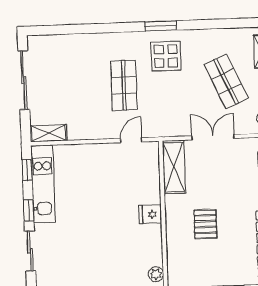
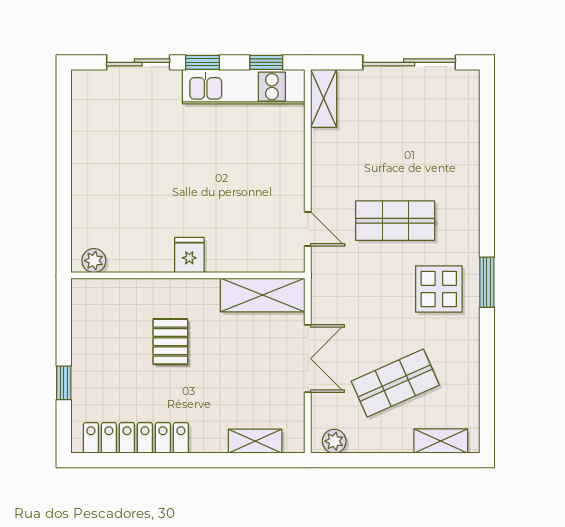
pallet: (205, 224) -> (170, 342), turned 90

